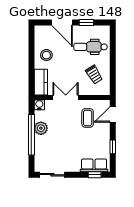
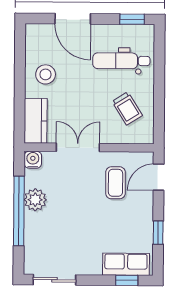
window: (86, 23) -> (132, 19), moved

